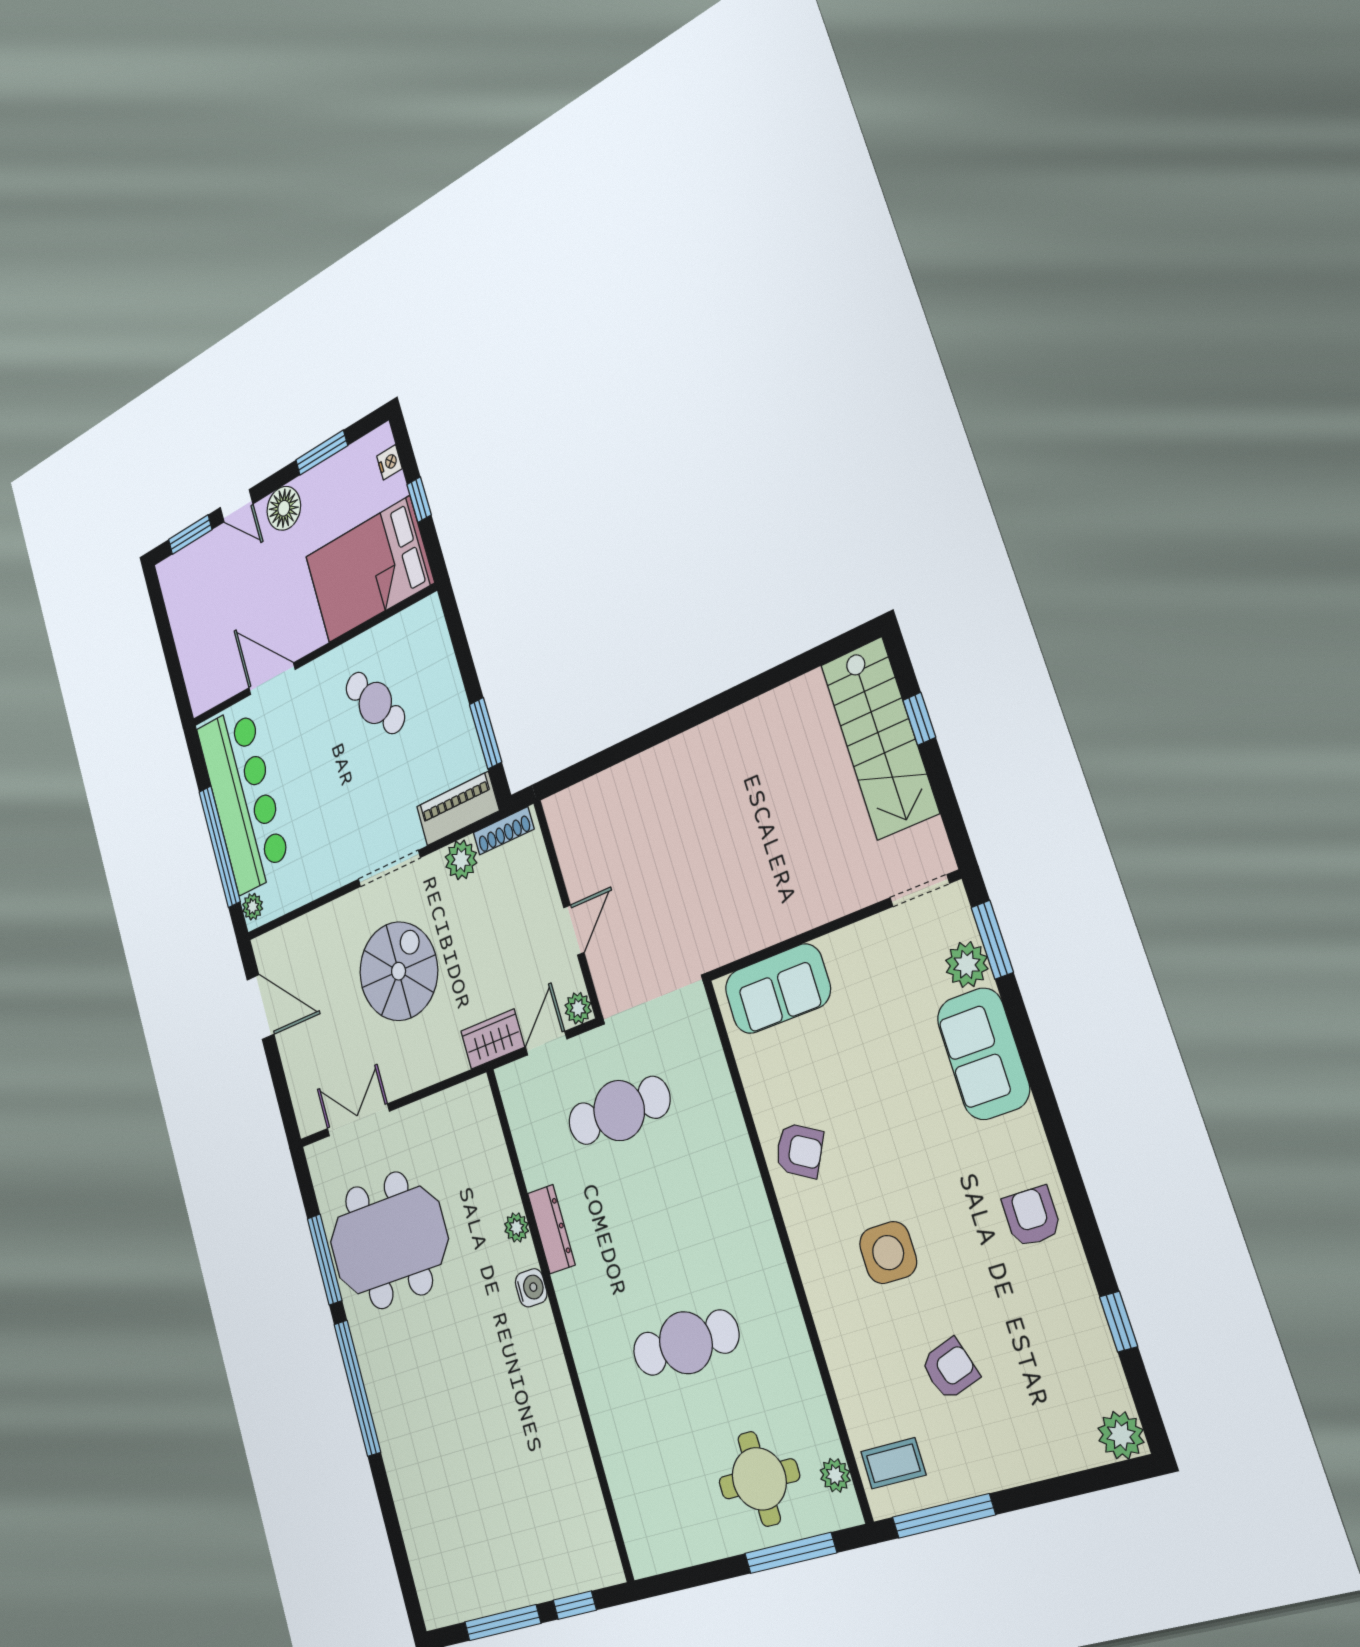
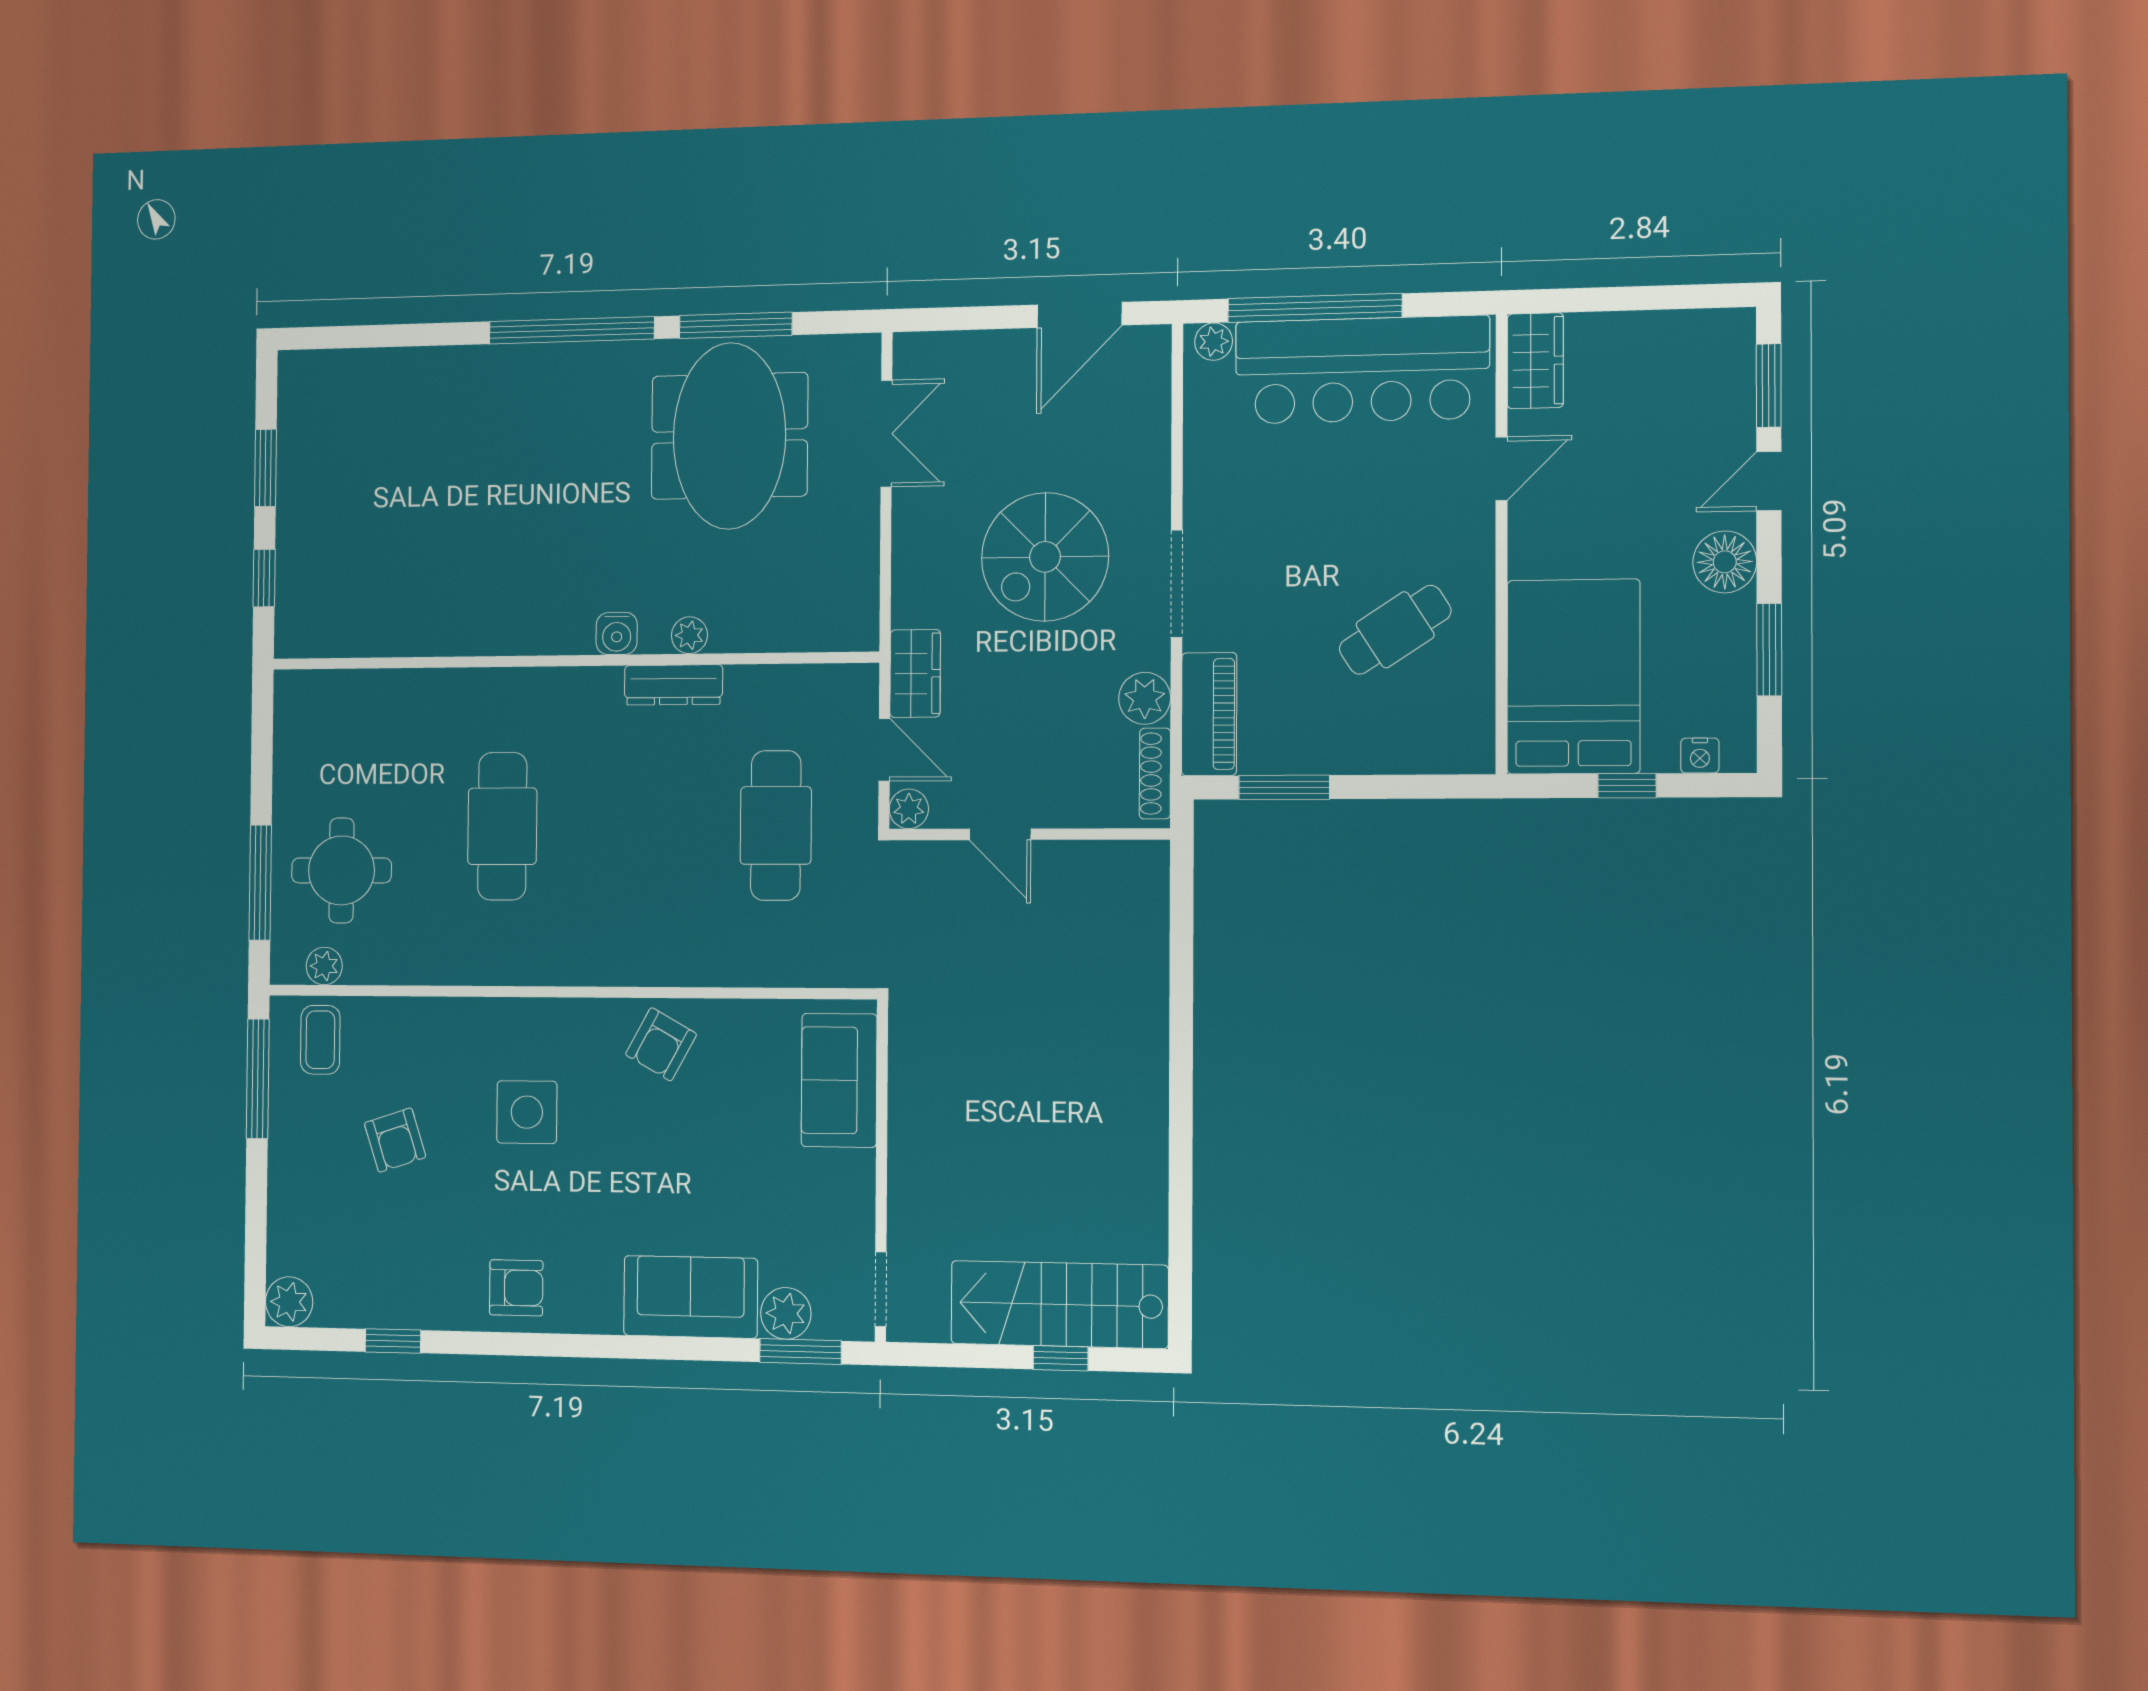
door: (272, 679) -> (1502, 469), width x0.73
wardrobe: (213, 688) -> (1535, 361), added
spiral stairs: (399, 971) -> (1045, 557), turned 90
window: (503, 1623) -> (265, 468), width x0.69

